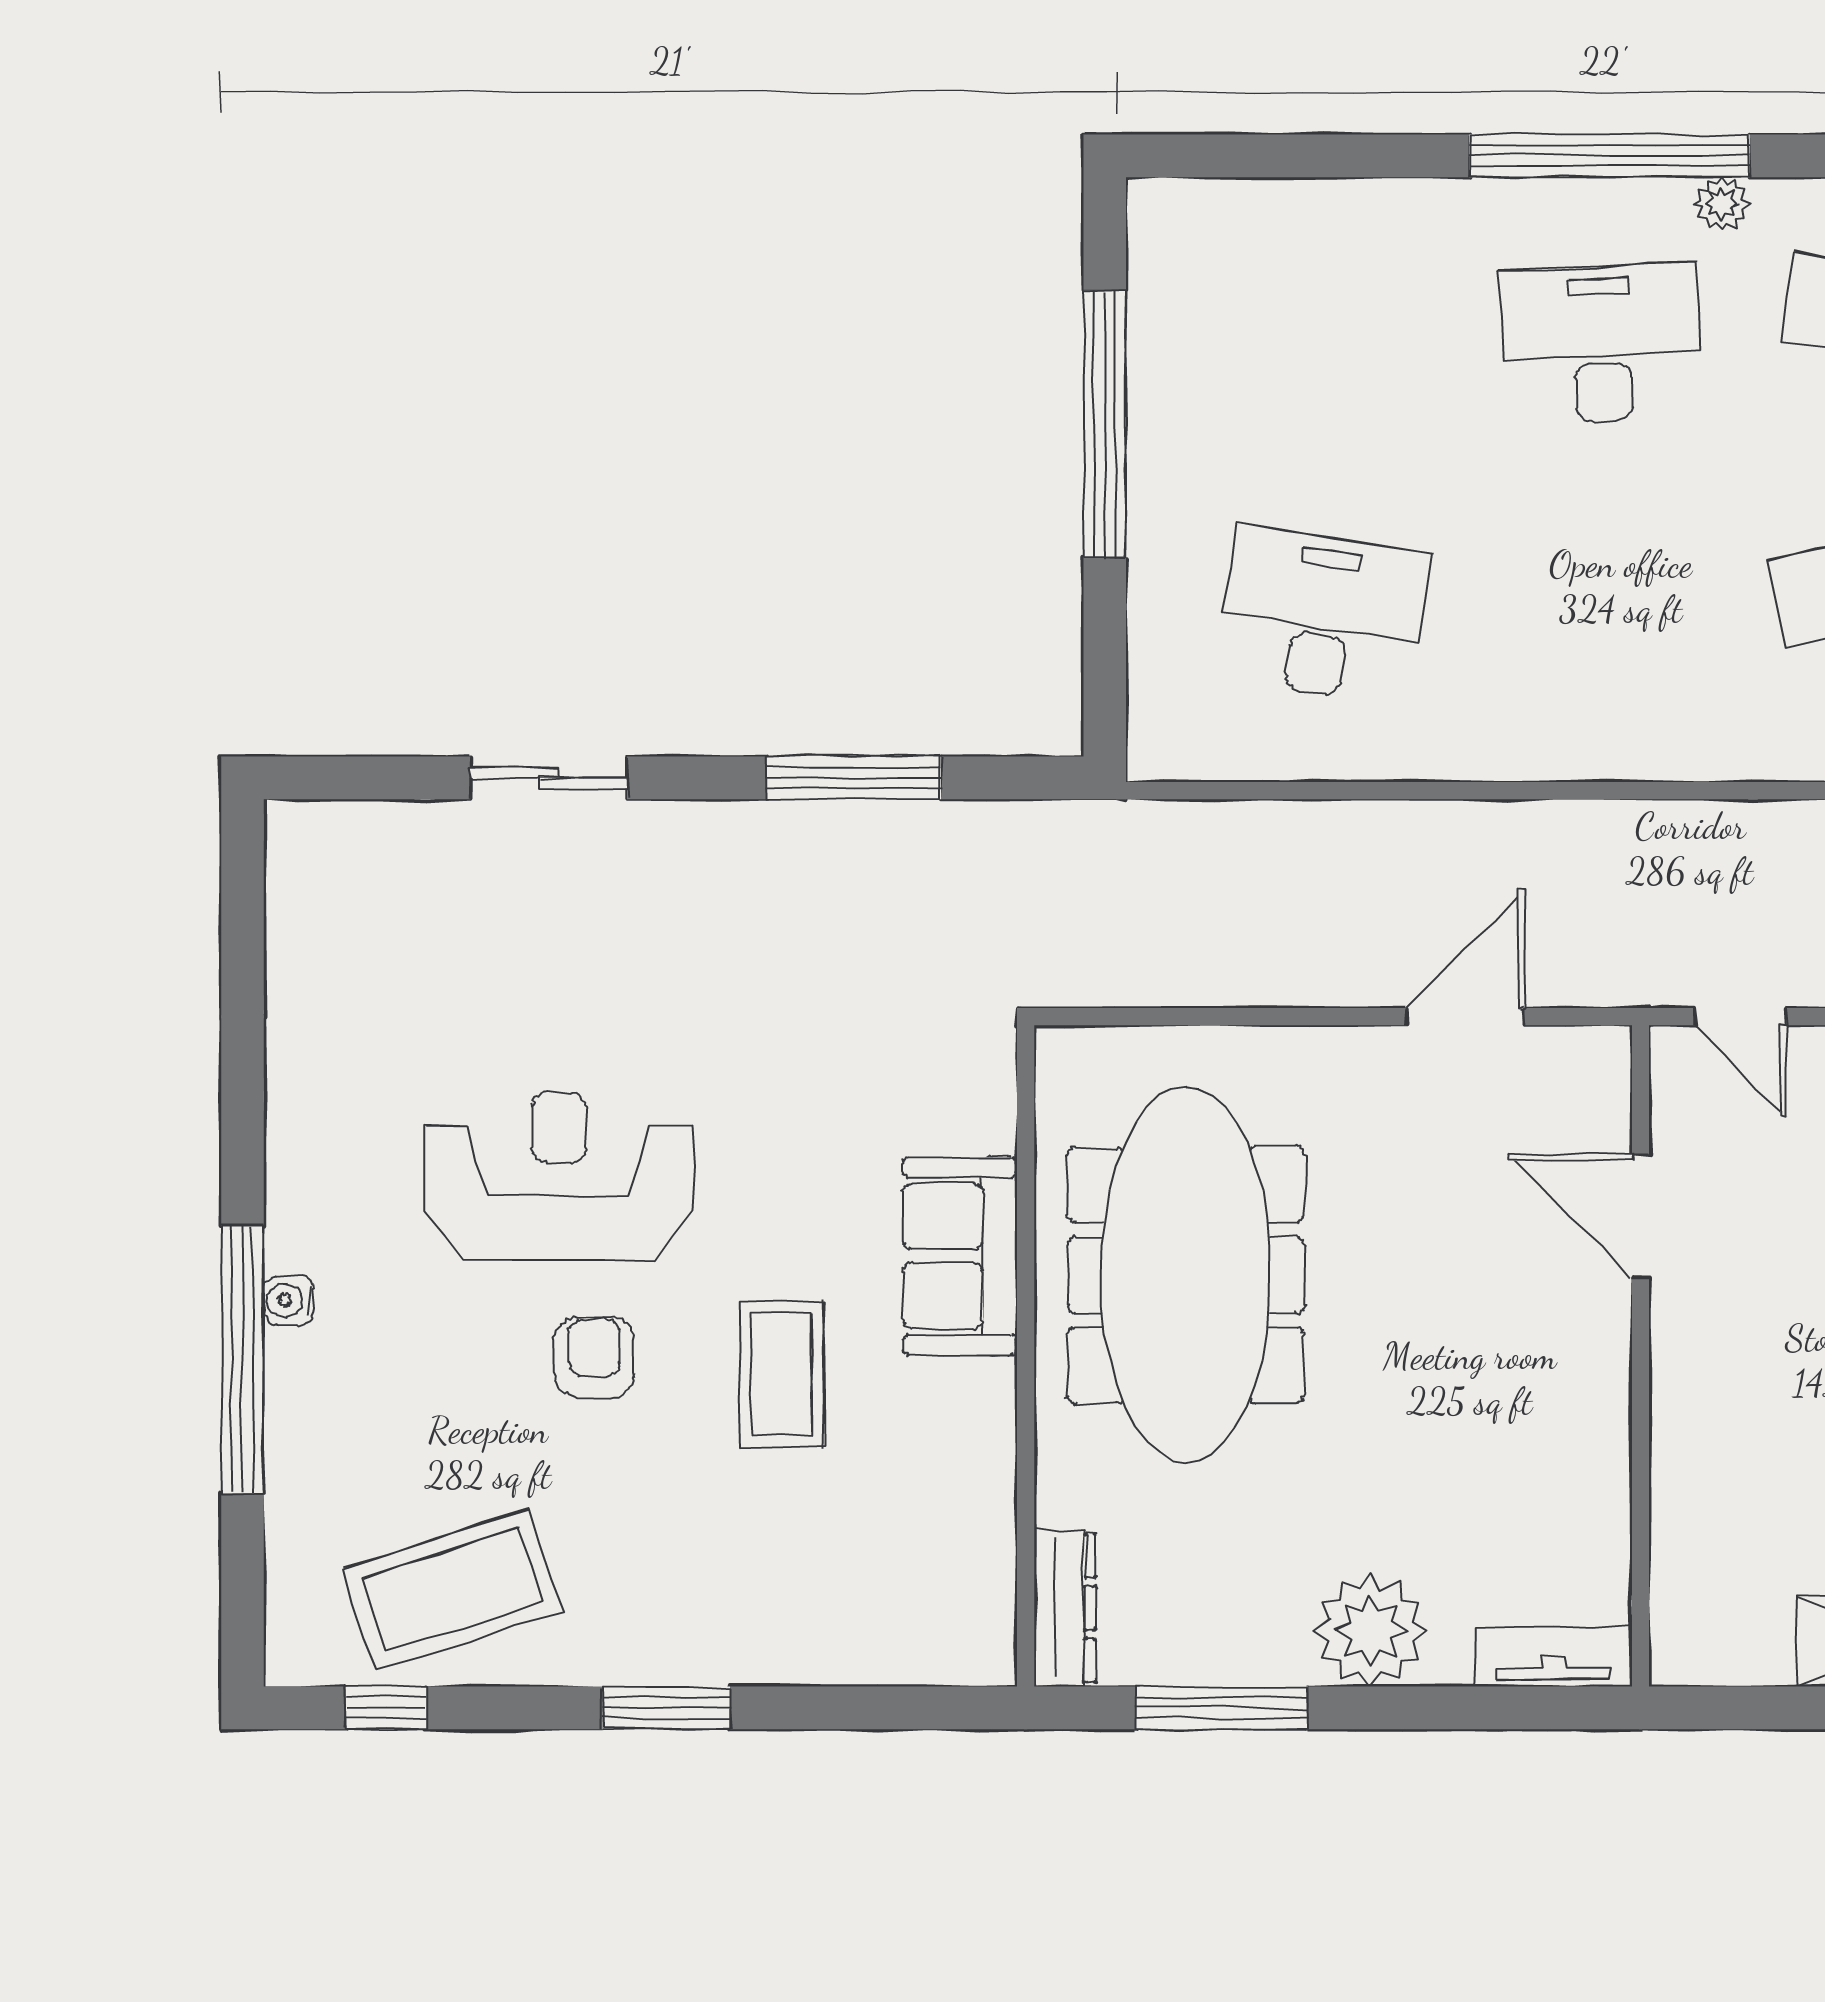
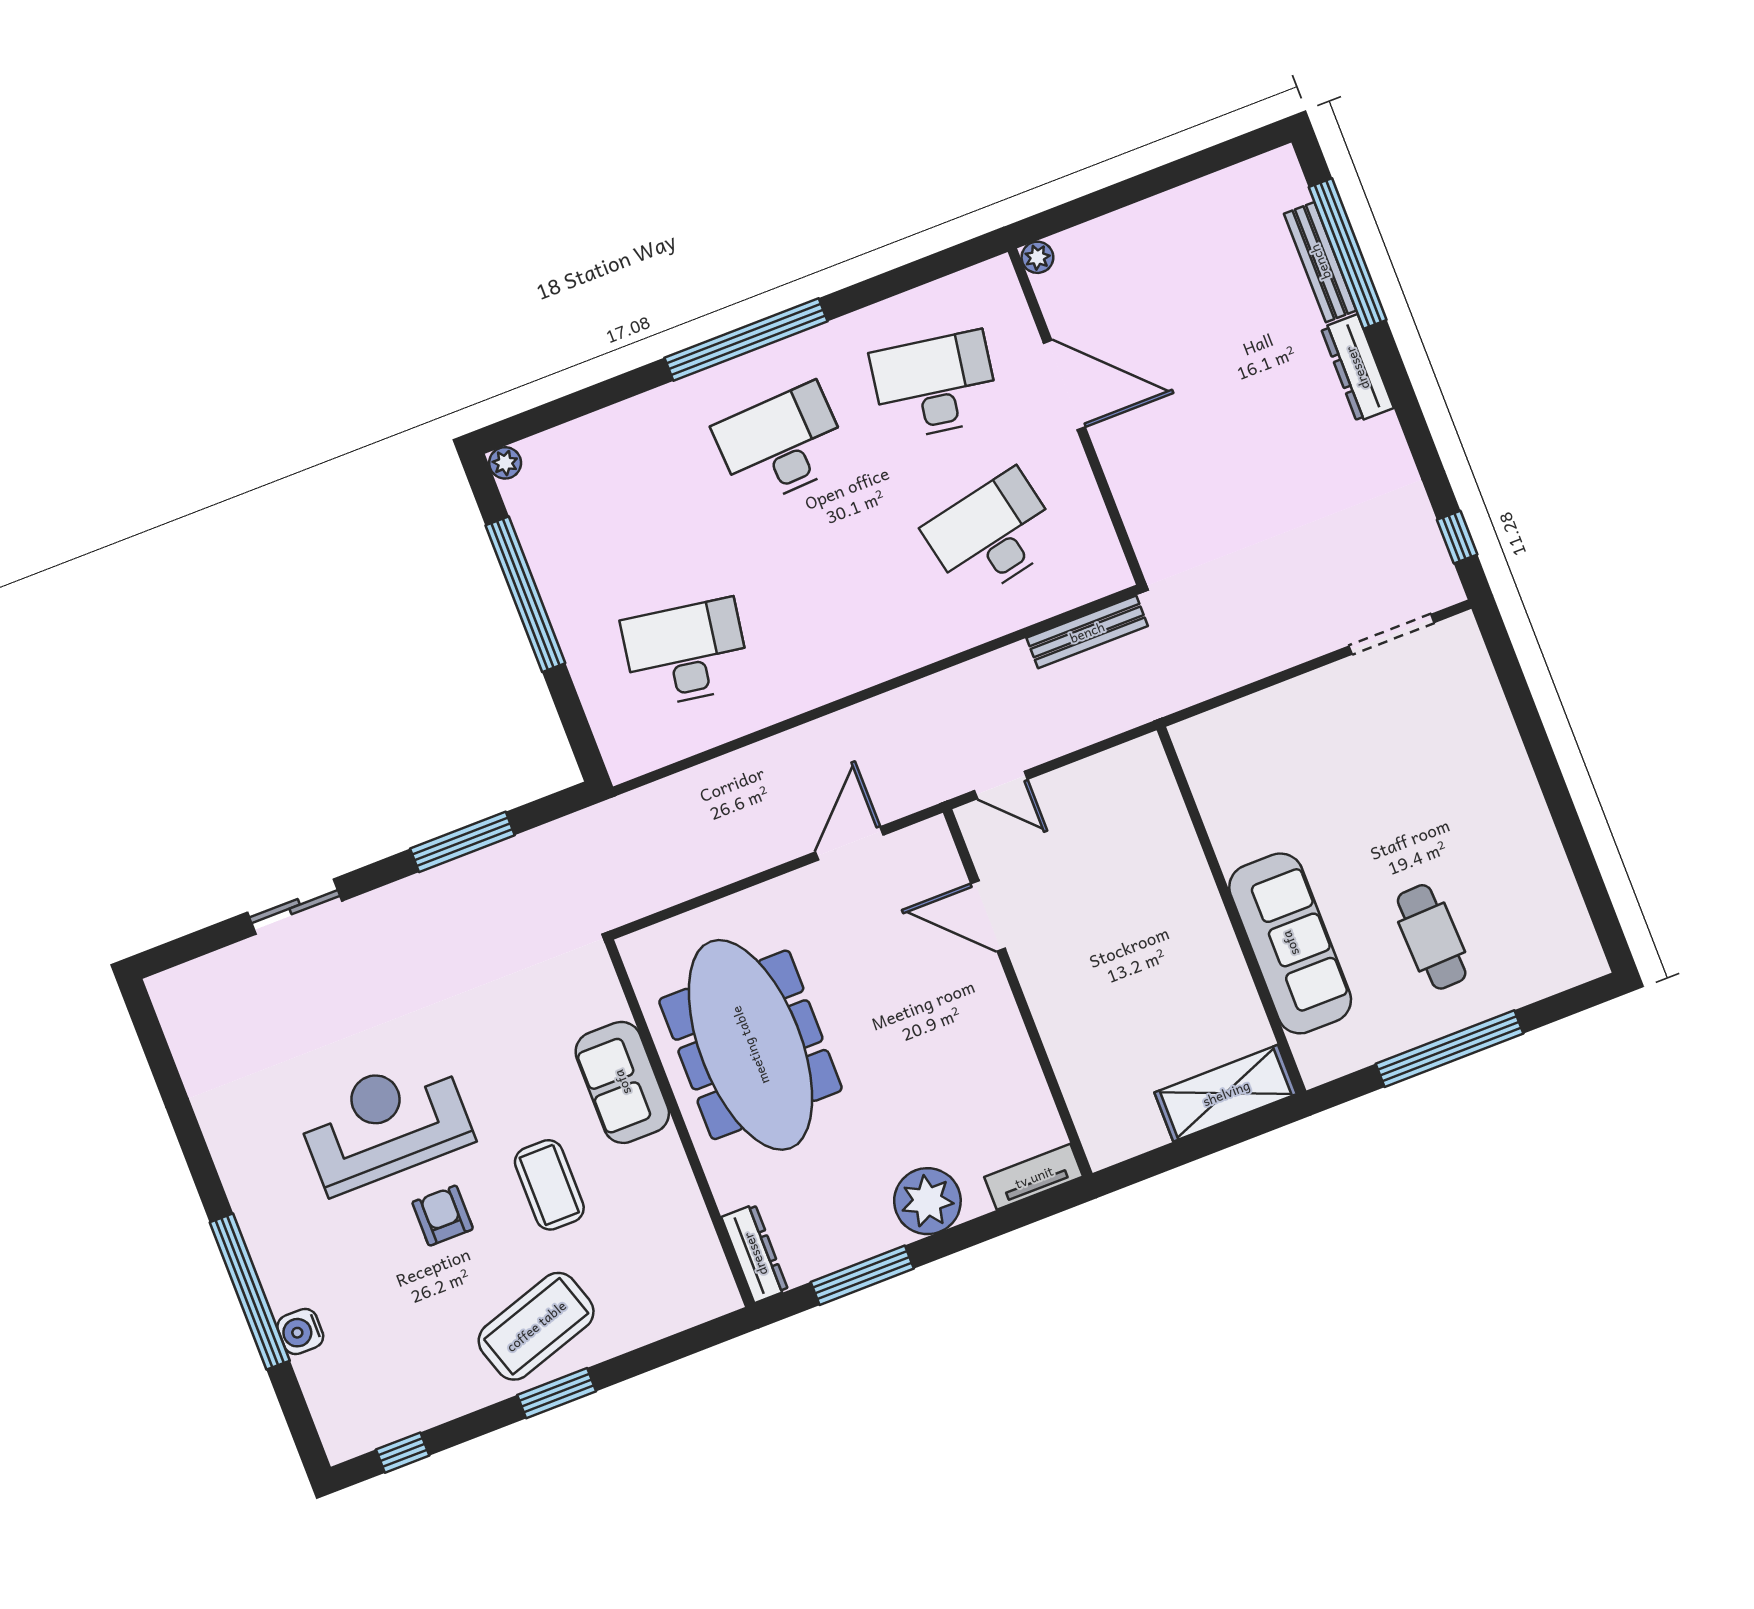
plant: (1721, 204) -> (505, 463), moved
water cooler: (289, 1300) -> (300, 1332), moved, width x1.38, depth x1.38
coffee table: (452, 1590) -> (536, 1326), moved

